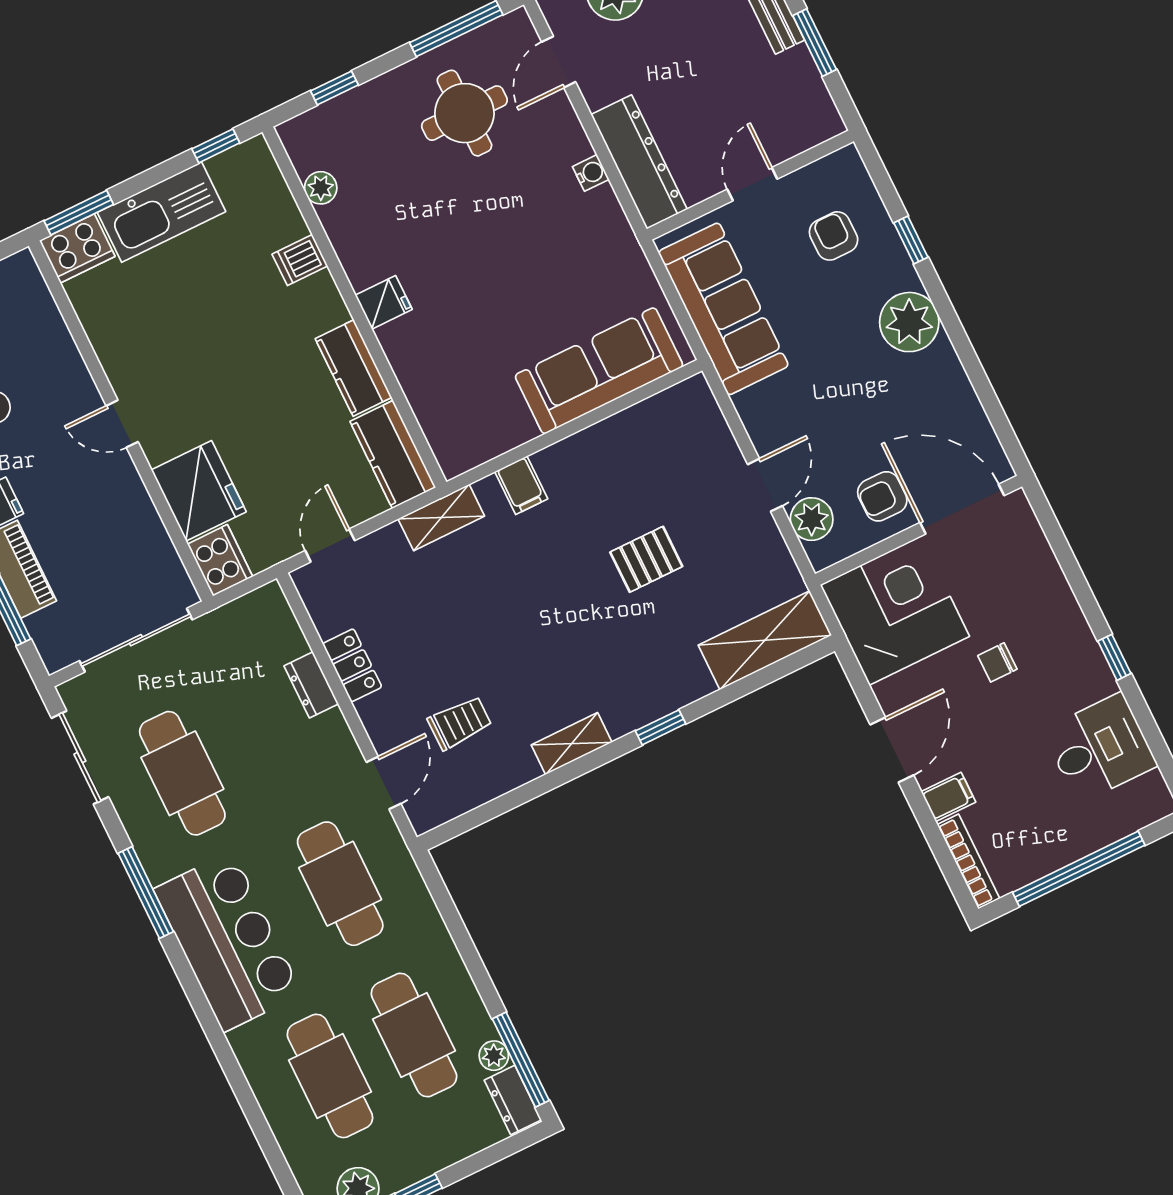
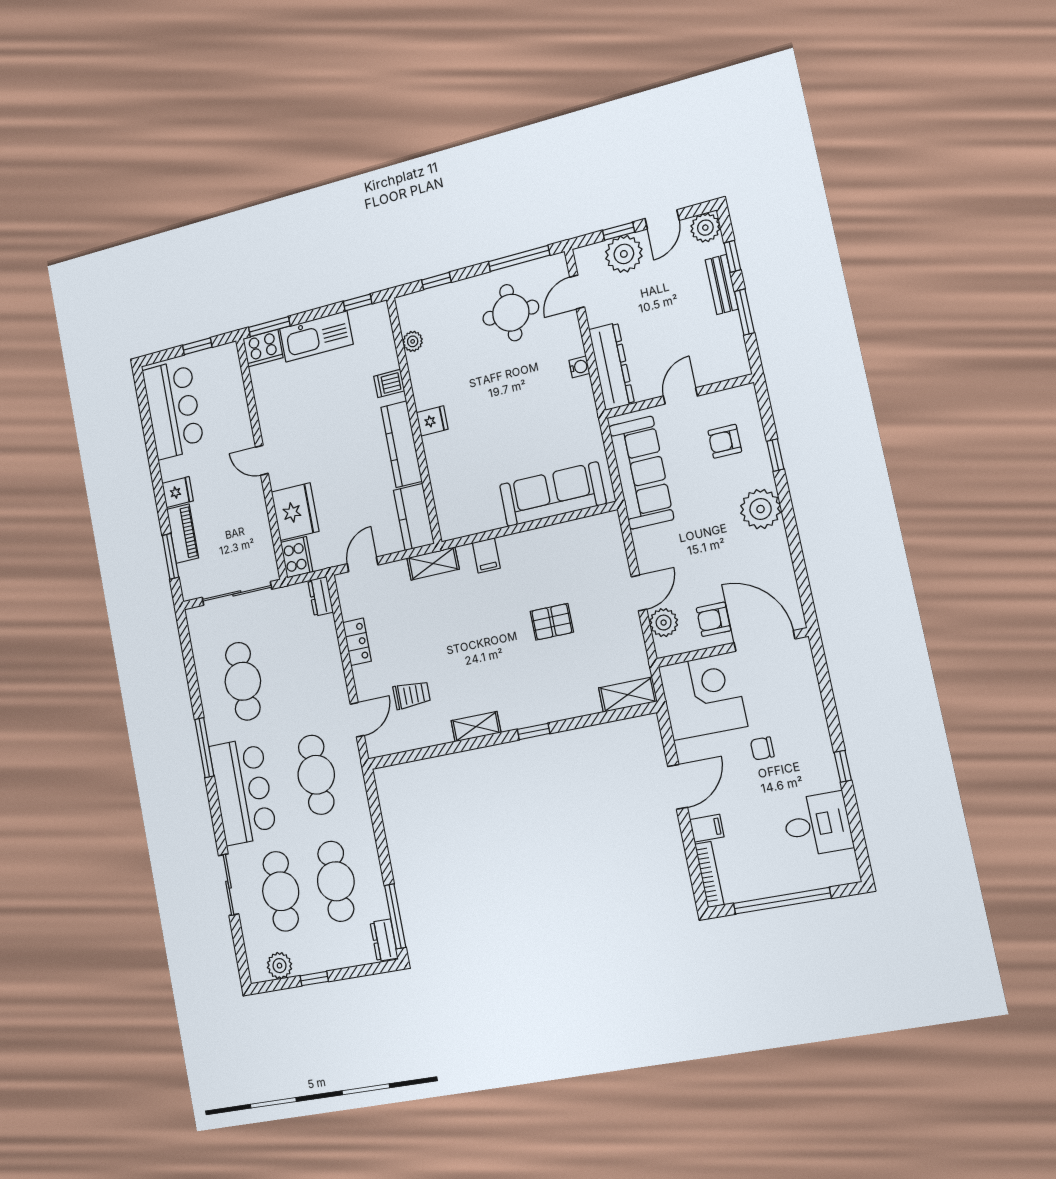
armchair: (834, 236) -> (725, 441), turned -90
kitchen counter: (354, 368) -> (401, 444), width x1.50
shelving: (765, 640) -> (628, 695), width x0.67, depth x0.75
dresser: (311, 685) -> (321, 596), moved
sliding door: (80, 758) -> (229, 885), moved
plant: (494, 1056) -> (380, 909), removed

